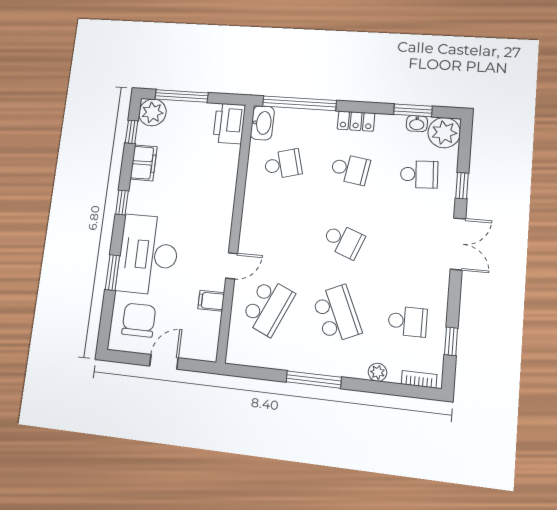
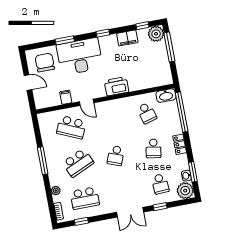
printer: (229, 123) -> (117, 86), moved
chair: (139, 320) -> (45, 63), turned -90
school desk: (407, 321) -> (85, 198), width x1.85

